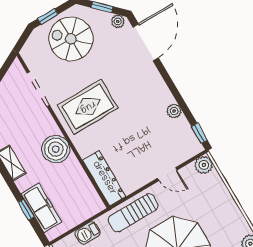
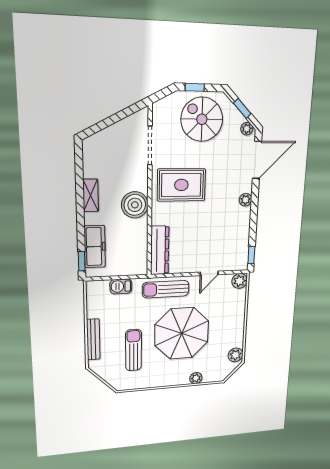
plant: (174, 111) -> (246, 200), moved
door: (167, 174) -> (209, 273), hinge flipped
window: (26, 210) -> (82, 261), moved

